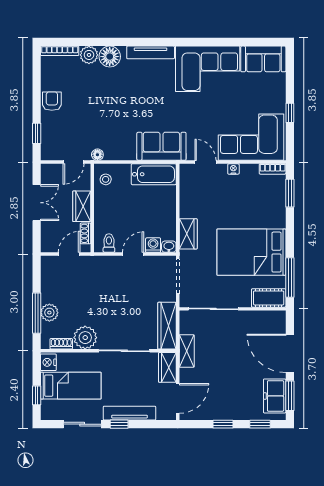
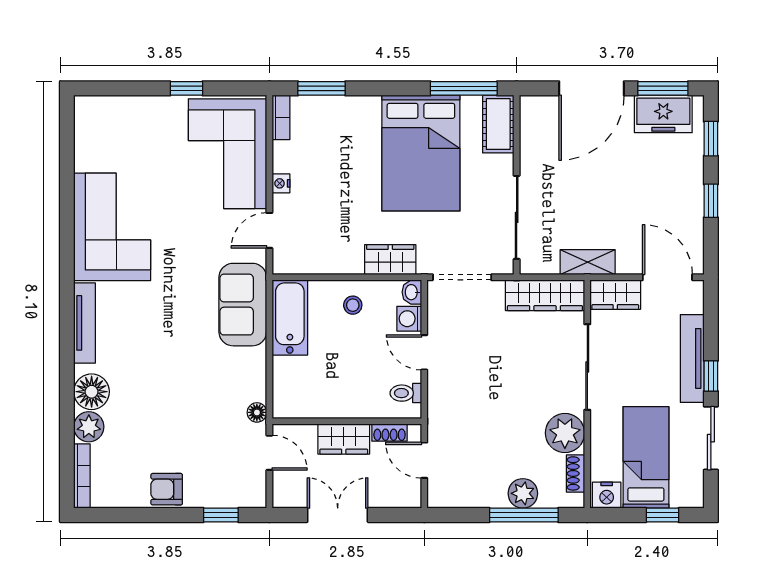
sofa: (263, 59) -> (96, 133), removed
stool: (106, 179) -> (353, 305), moved

